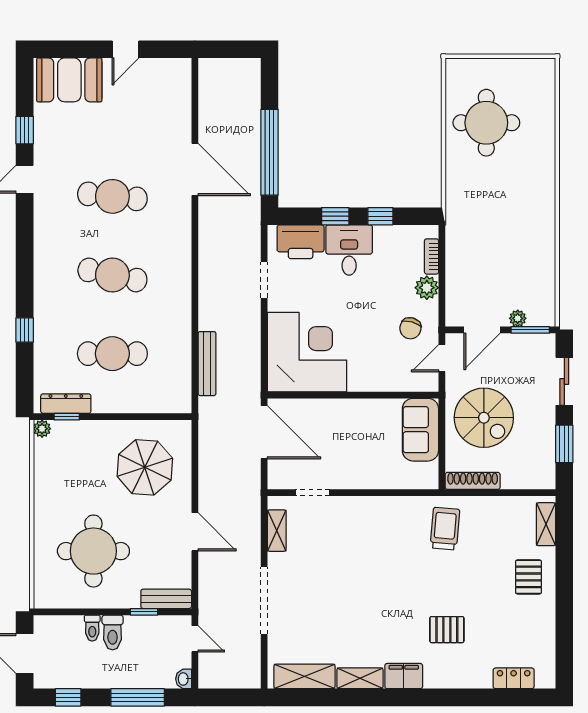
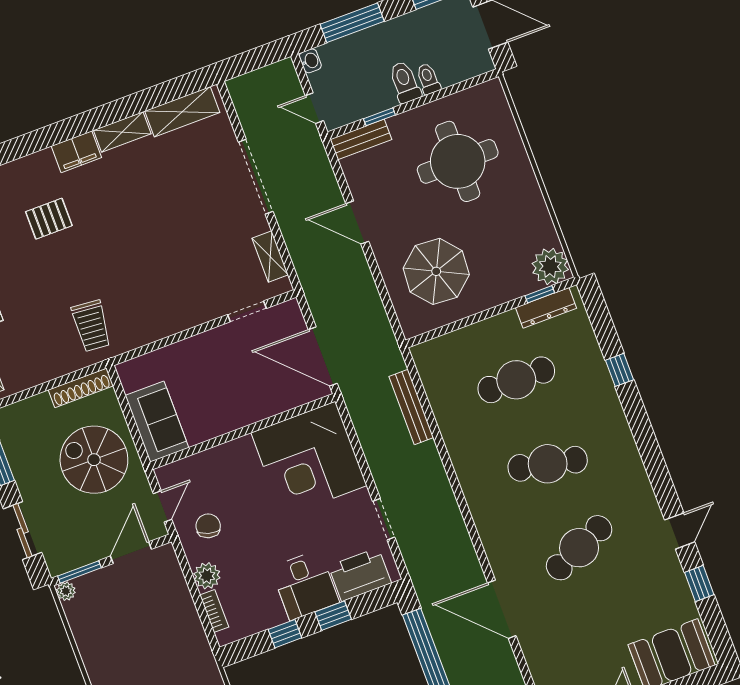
cafe table: (112, 196) -> (579, 548), turned -30
plant: (518, 318) -> (66, 591), moved
plant: (42, 429) -> (550, 266), width x1.88, depth x1.88

